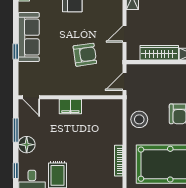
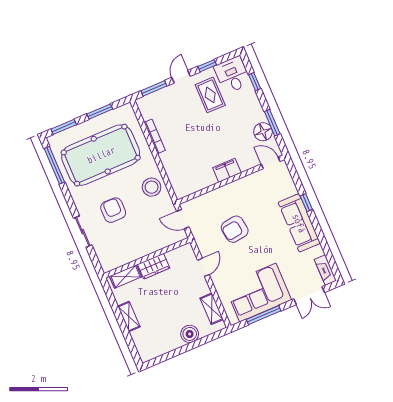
wardrobe: (159, 53) -> (154, 266), width x0.67
door: (125, 82) -> (183, 219), swing flipped
floor lamp: (27, 145) -> (263, 132), moved

